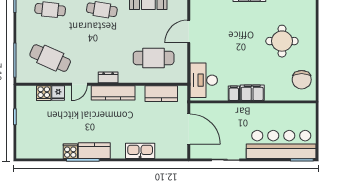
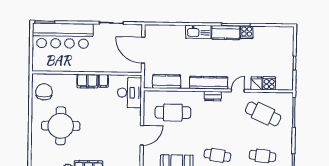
round table: (282, 41) -> (61, 126), width x1.36, depth x1.36
kitchen sink: (140, 151) -> (198, 32), moved

